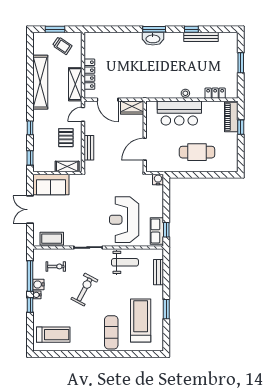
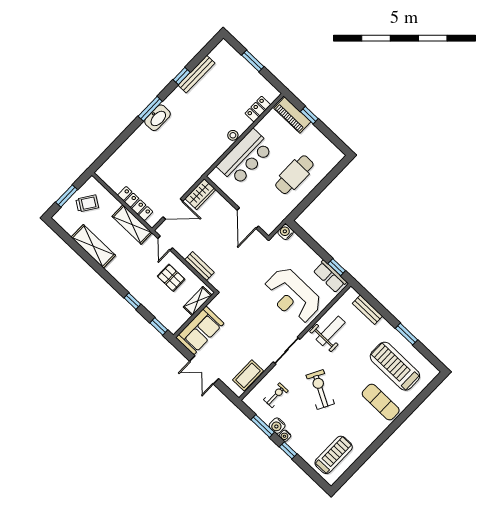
shelving: (40, 82) -> (93, 246), width x0.68
window: (30, 276) -> (263, 426), width x0.69

